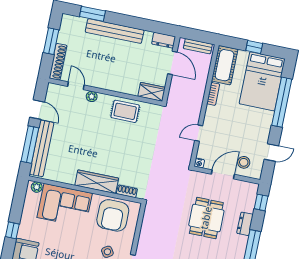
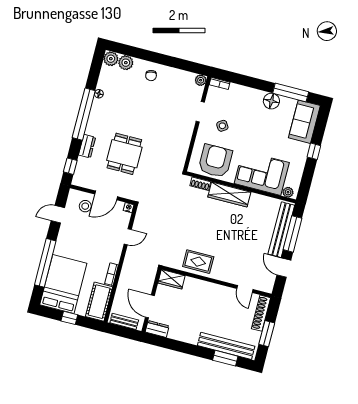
bench: (115, 31) -> (226, 346), moved
plant: (92, 96) -> (230, 278), removed

